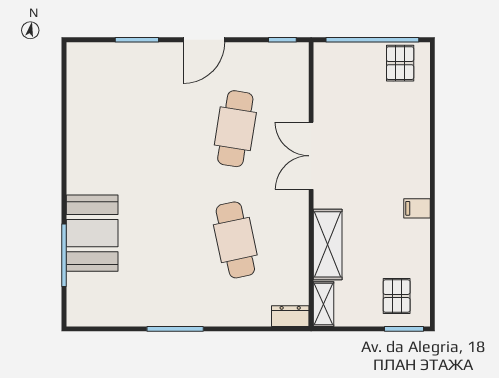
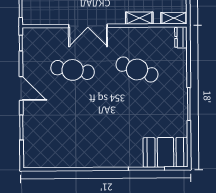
booth: (92, 233) -> (166, 152), moved
cafe table: (235, 240) -> (137, 70), turned 33
shelving: (328, 244) -> (139, 18), width x0.67, depth x0.75

